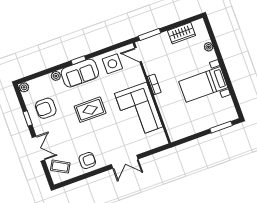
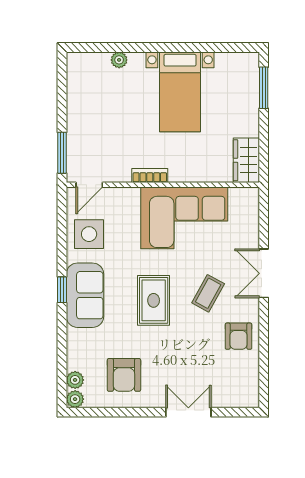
wardrobe: (181, 33) -> (246, 160), moved, turned 180
plant: (56, 76) -> (75, 380), moved
window: (28, 118) -> (130, 412), removed
armchair: (87, 160) -> (238, 336), turned 180
double door: (125, 162) -> (264, 273), swing flipped
coffee table: (60, 167) -> (208, 293), moved

